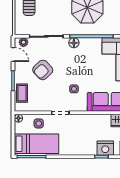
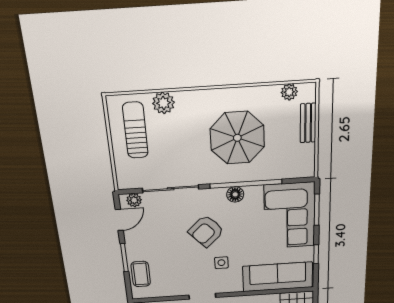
floor lamp: (74, 43) -> (235, 194), moved
door: (13, 55) -> (119, 220), hinge flipped
armchair: (43, 70) -> (206, 231), moved

